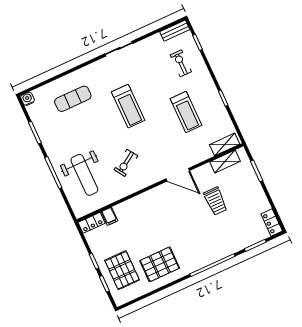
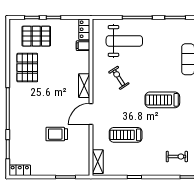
treadmill: (186, 112) -> (126, 135), moved
shelving: (225, 162) -> (84, 86), moved
weight bench: (84, 175) -> (124, 41), turned 180

